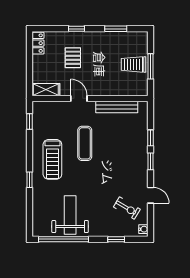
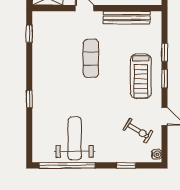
treadmill: (52, 159) -> (141, 76), moved

